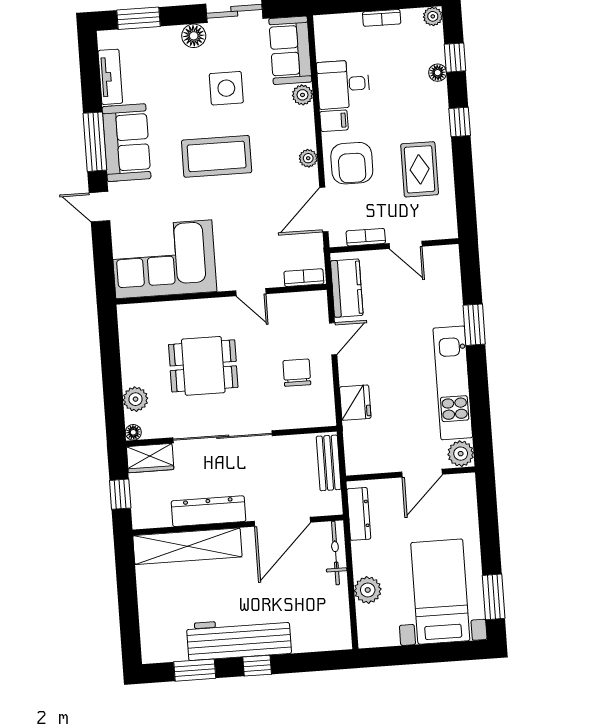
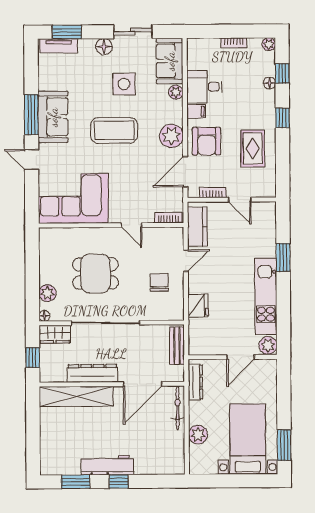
tv unit: (110, 77) -> (59, 46), moved, turned 90
plant: (308, 158) -> (171, 136), width x1.88, depth x1.88
workbench: (239, 638) -> (107, 465), width x0.73, depth x0.76

